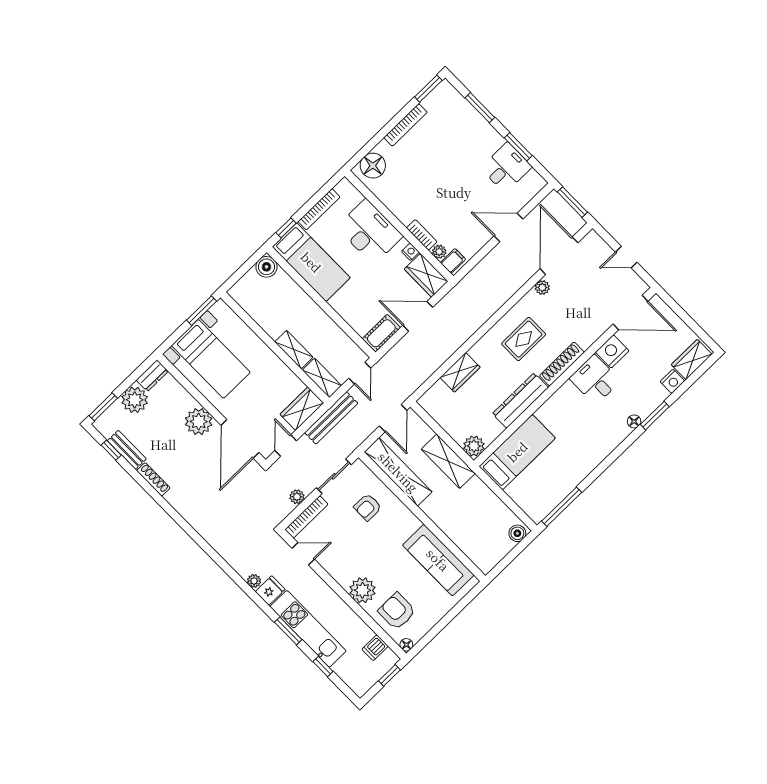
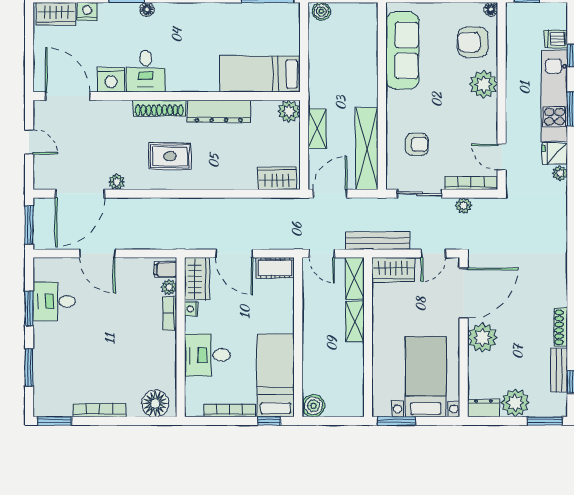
desk: (370, 232) -> (208, 355), width x0.73
wardrobe: (460, 372) -> (277, 178), moved
door: (360, 373) -> (322, 254), swing flipped
shelving: (448, 461) -> (317, 129), width x0.67, depth x0.75
armchair: (397, 611) -> (473, 42), turned 90
dishwasher: (375, 648) -> (556, 39), moved, turned 180

